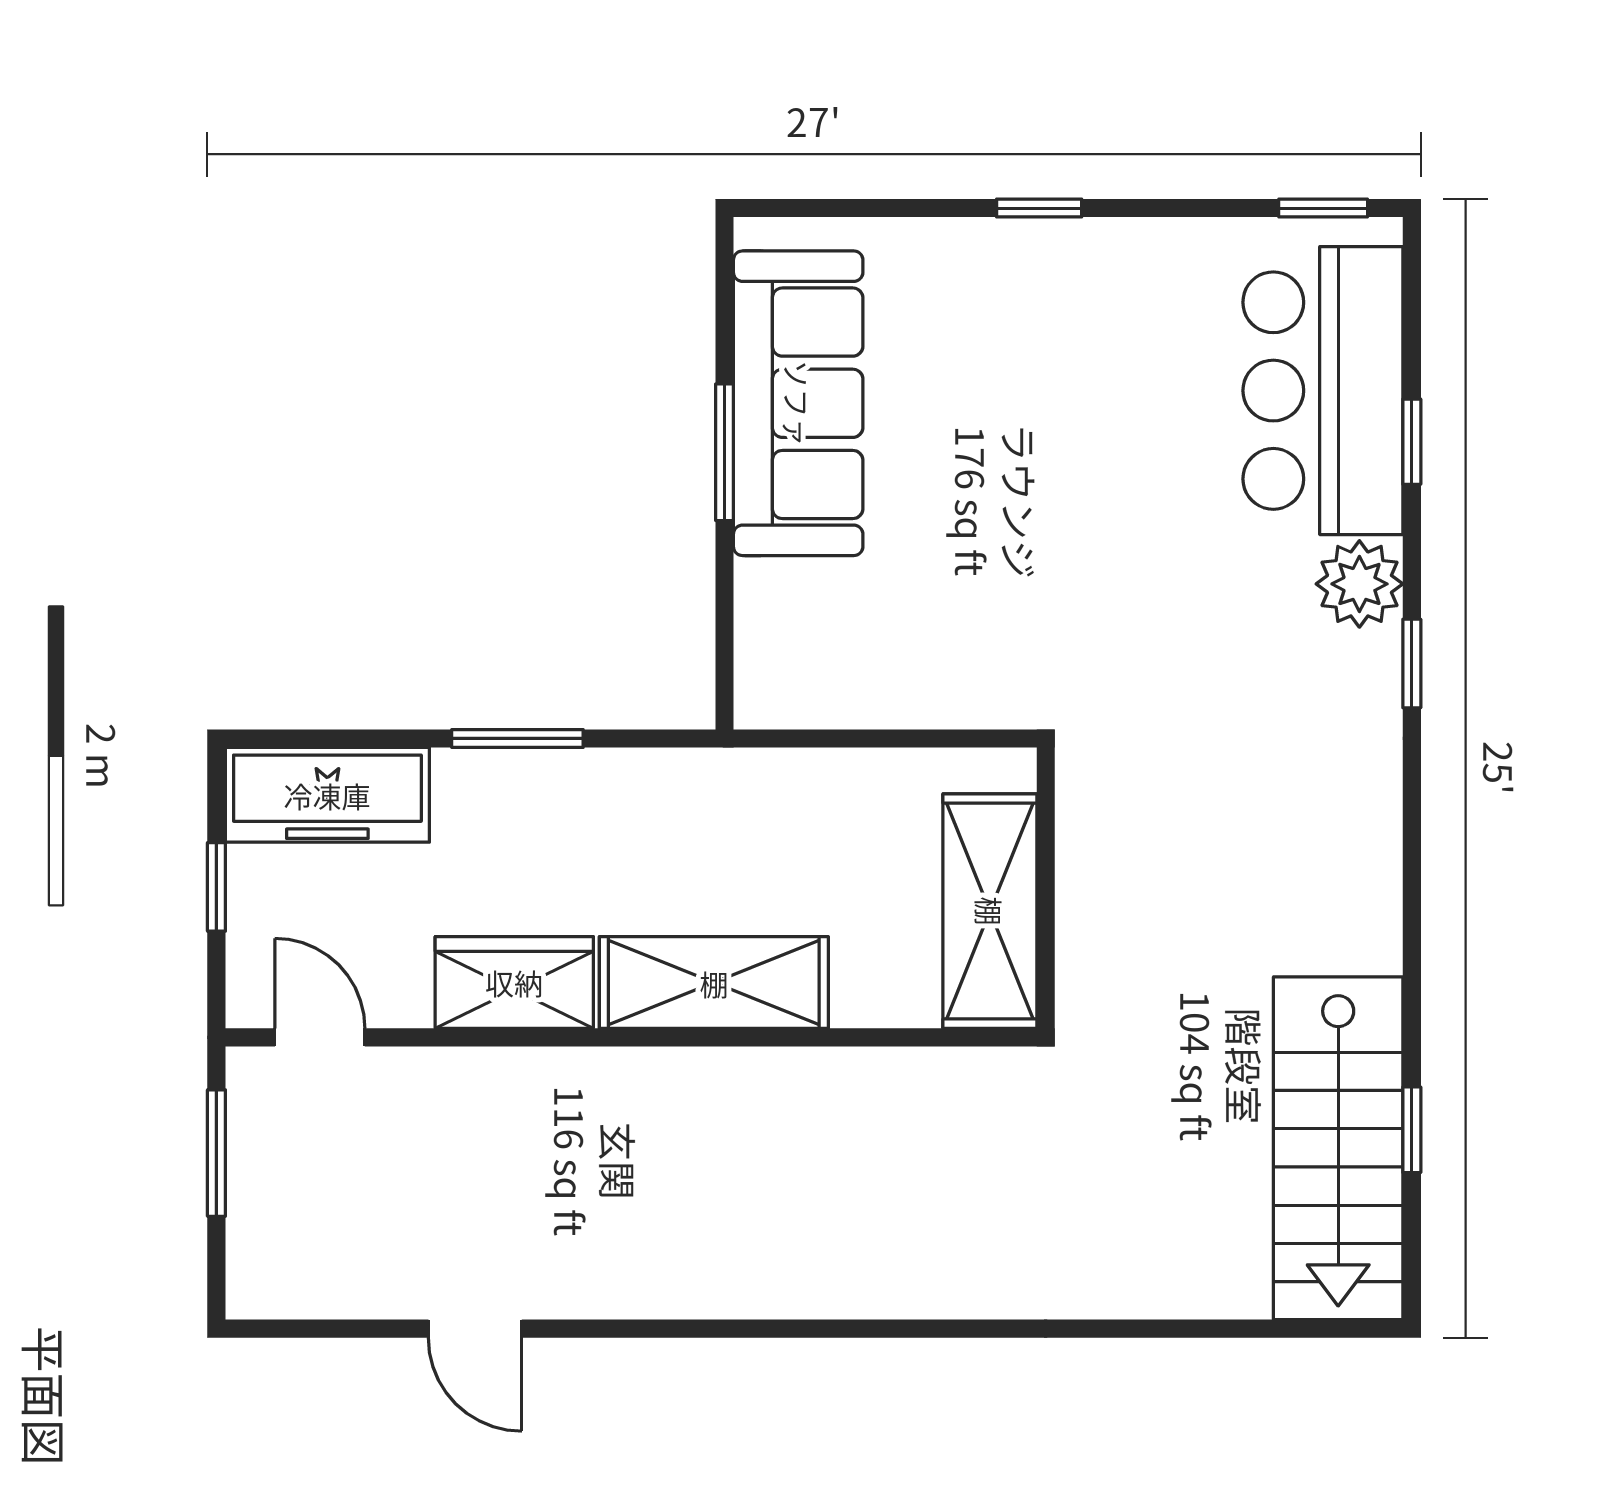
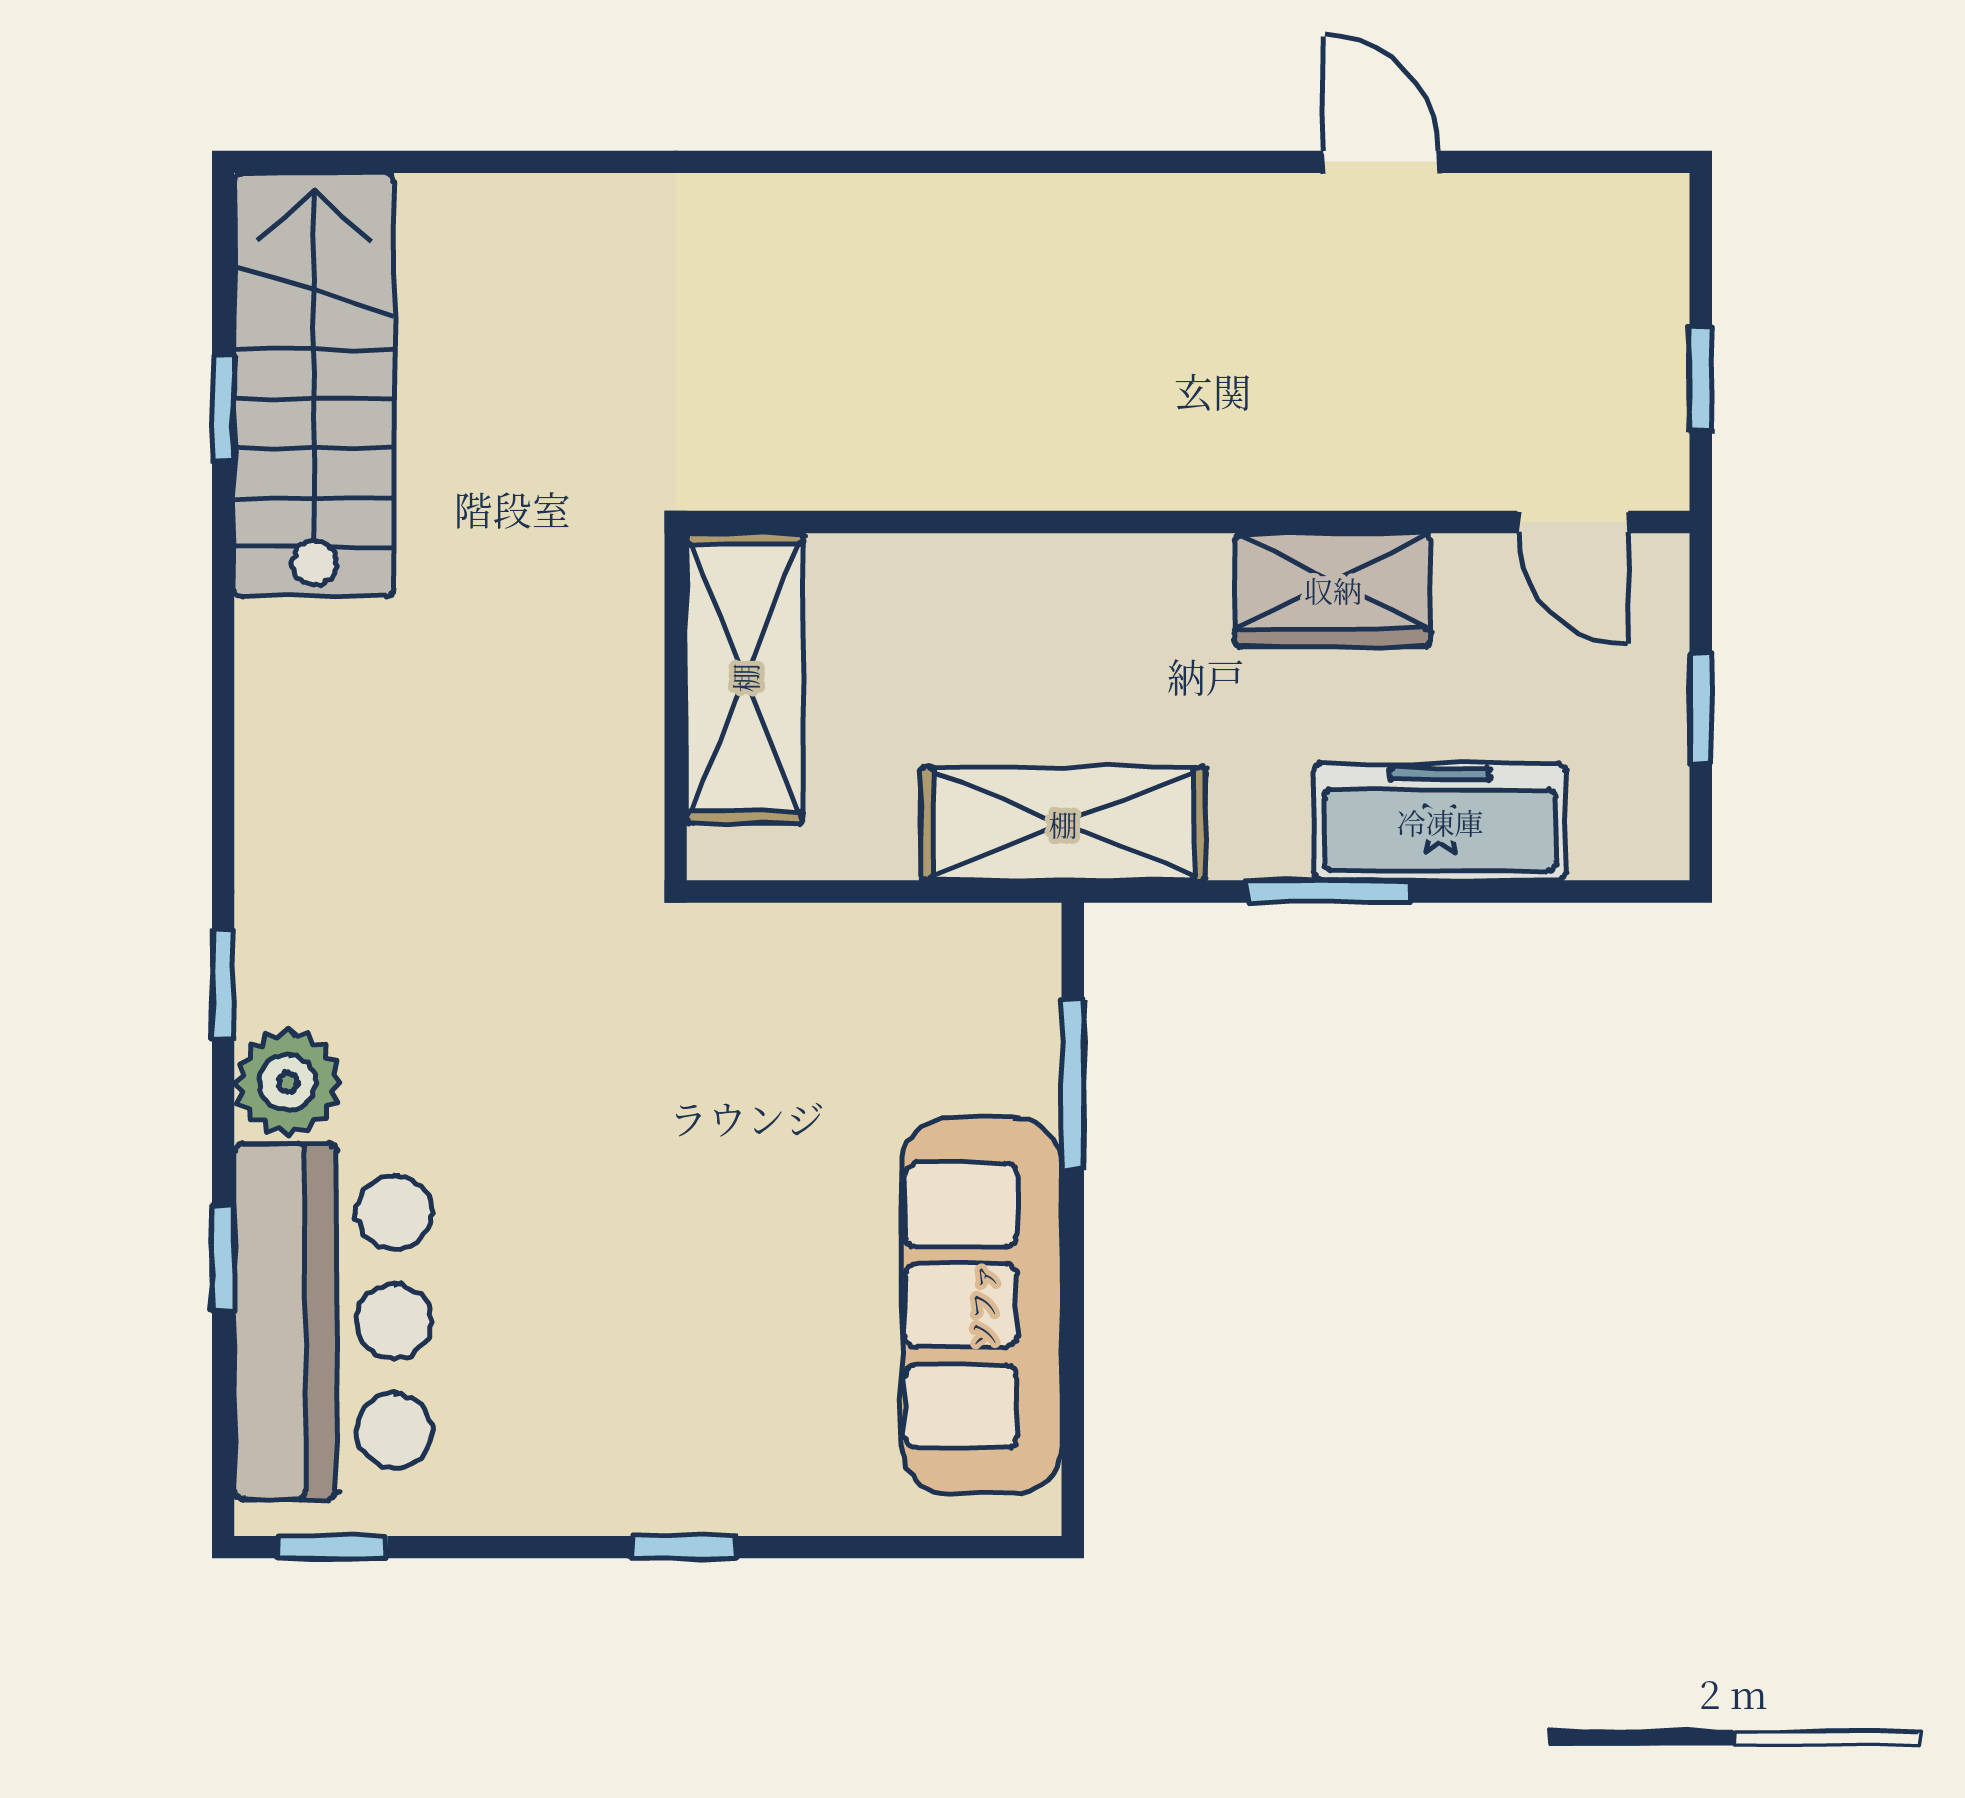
window: (724, 452) -> (1073, 1085), moved
freezer: (327, 795) -> (1440, 822), moved
shelving: (714, 983) -> (1063, 824), moved
window: (216, 1153) -> (1701, 379), width x0.67

